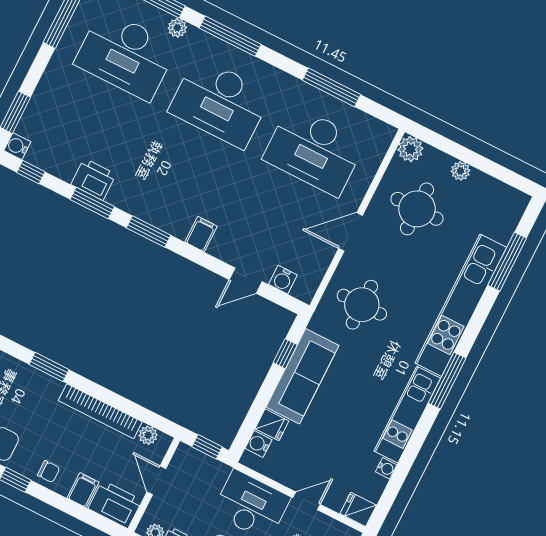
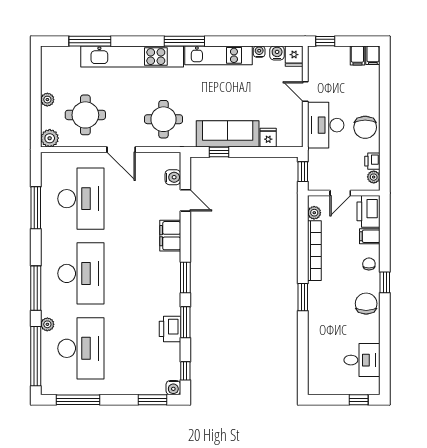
filing cabinet: (201, 234) -> (170, 236), width x2.00
water cooler: (258, 444) -> (277, 53), moved, turned 180

